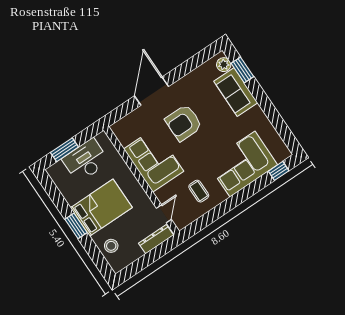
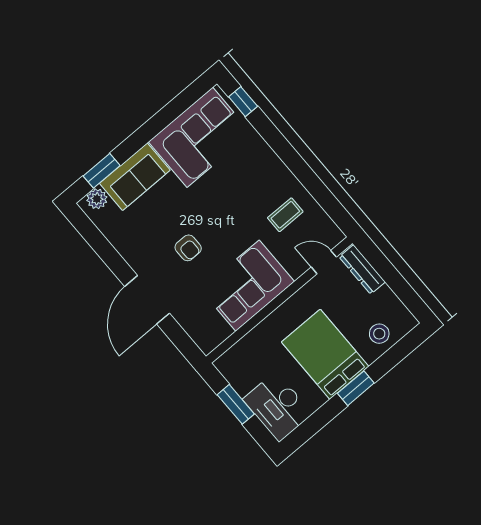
door: (151, 91) -> (147, 300), hinge flipped
armchair: (184, 123) -> (188, 248), width x0.53, depth x0.53
window: (64, 150) -> (236, 404), moved
desk: (86, 161) -> (278, 407), moved
corner sofa: (242, 164) -> (200, 137), moved, turned -90

